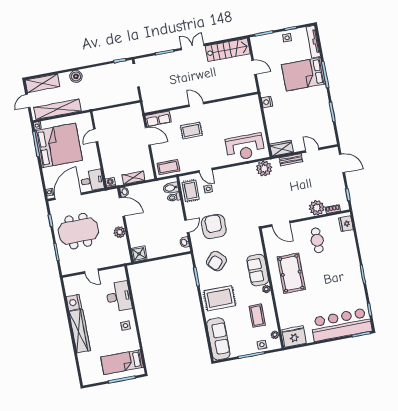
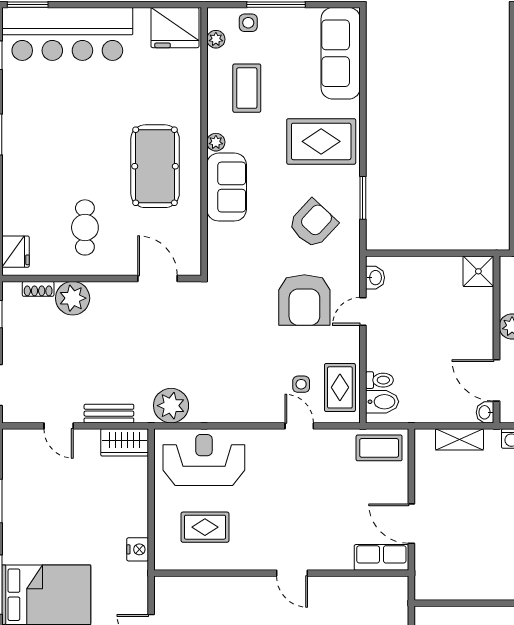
rug: (191, 131) -> (205, 527), moved

